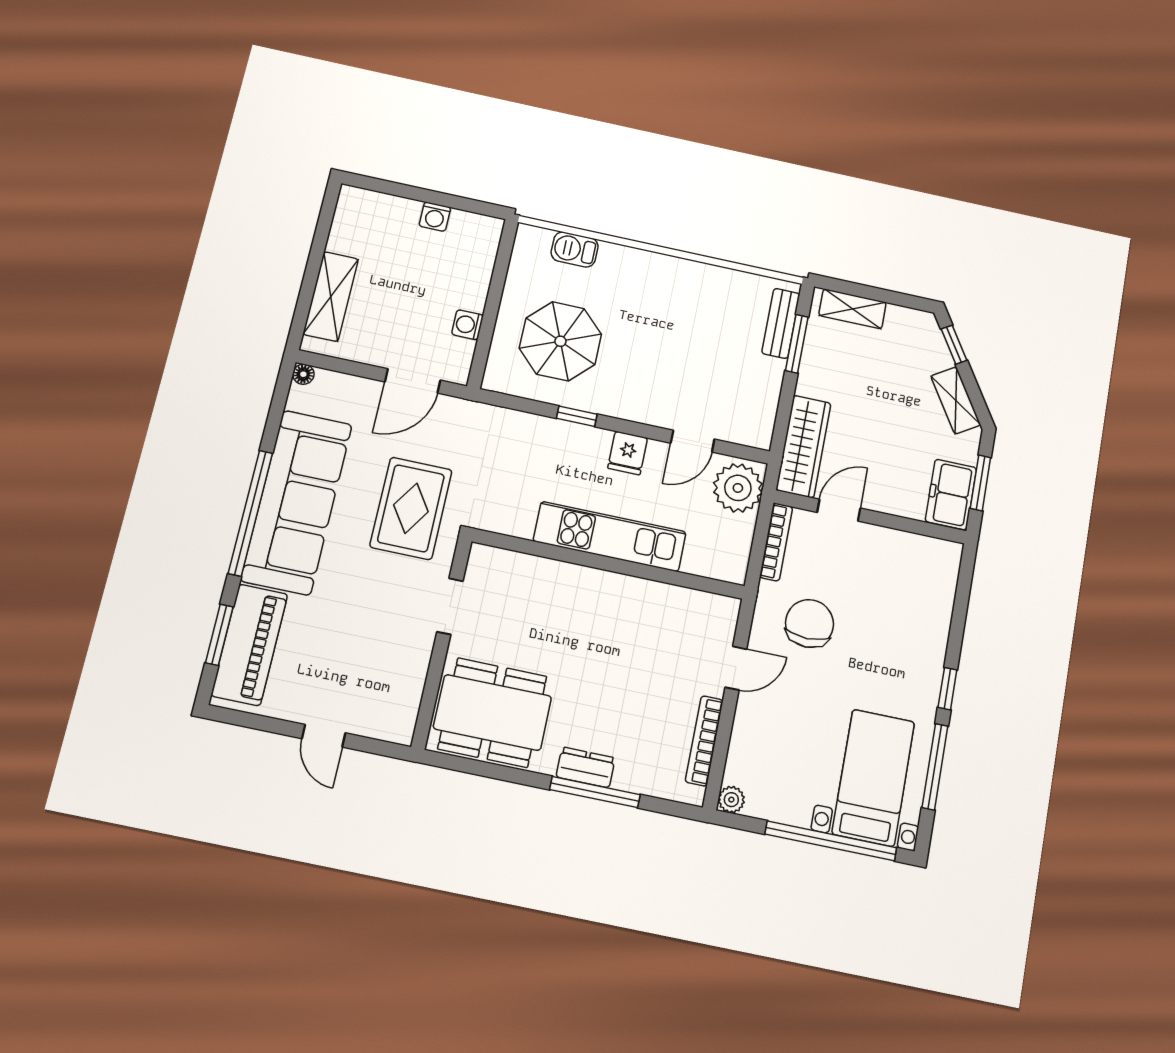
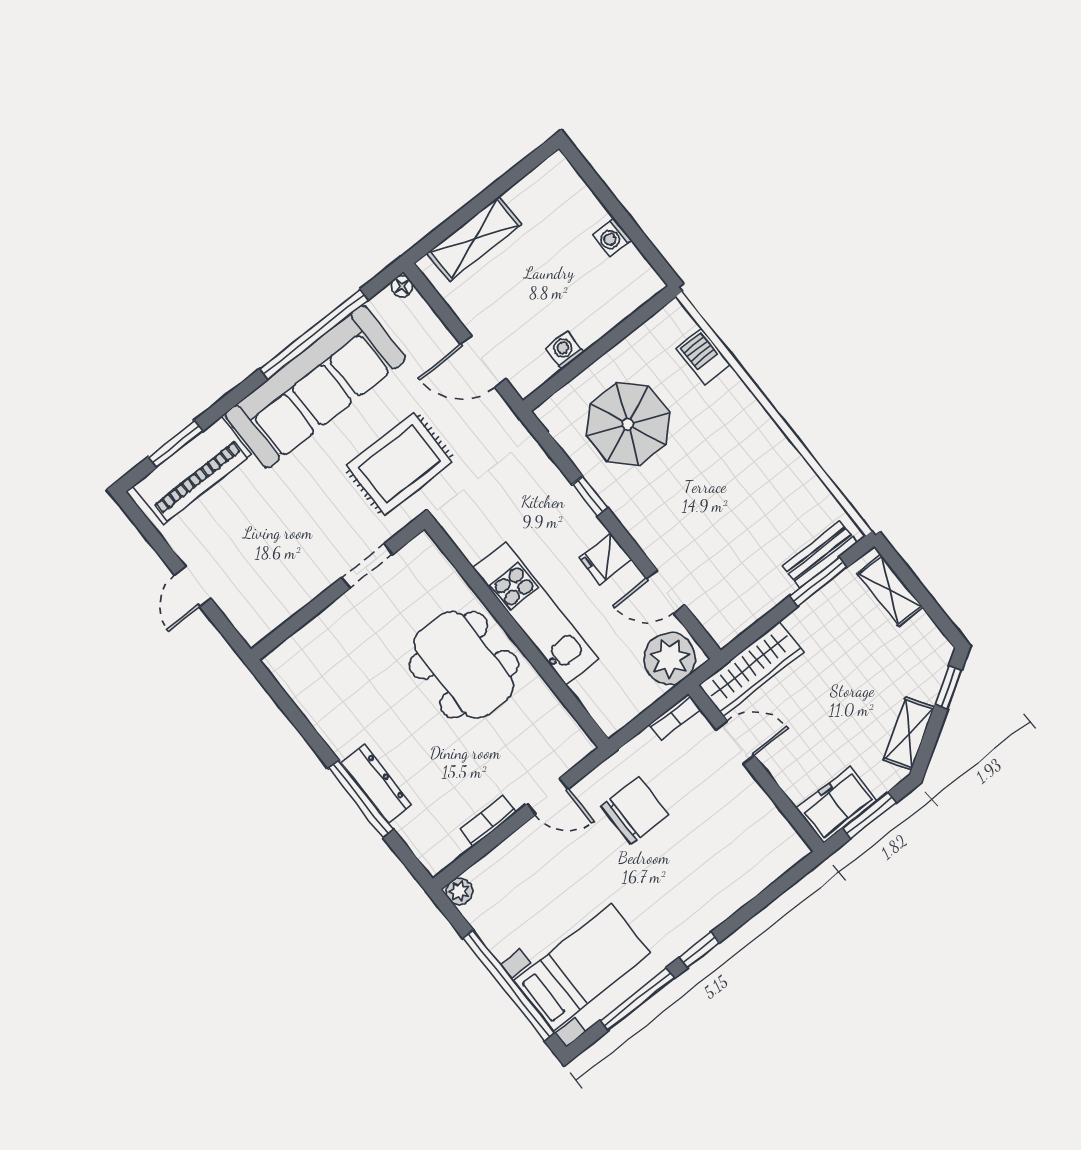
window: (250, 513) -> (314, 334), moved
bookcase: (776, 542) -> (675, 717), width x0.64
dining table: (492, 712) -> (464, 665), moved
bookcase: (704, 741) -> (488, 821), width x0.64
dresser: (586, 767) -> (377, 784), width x1.44

